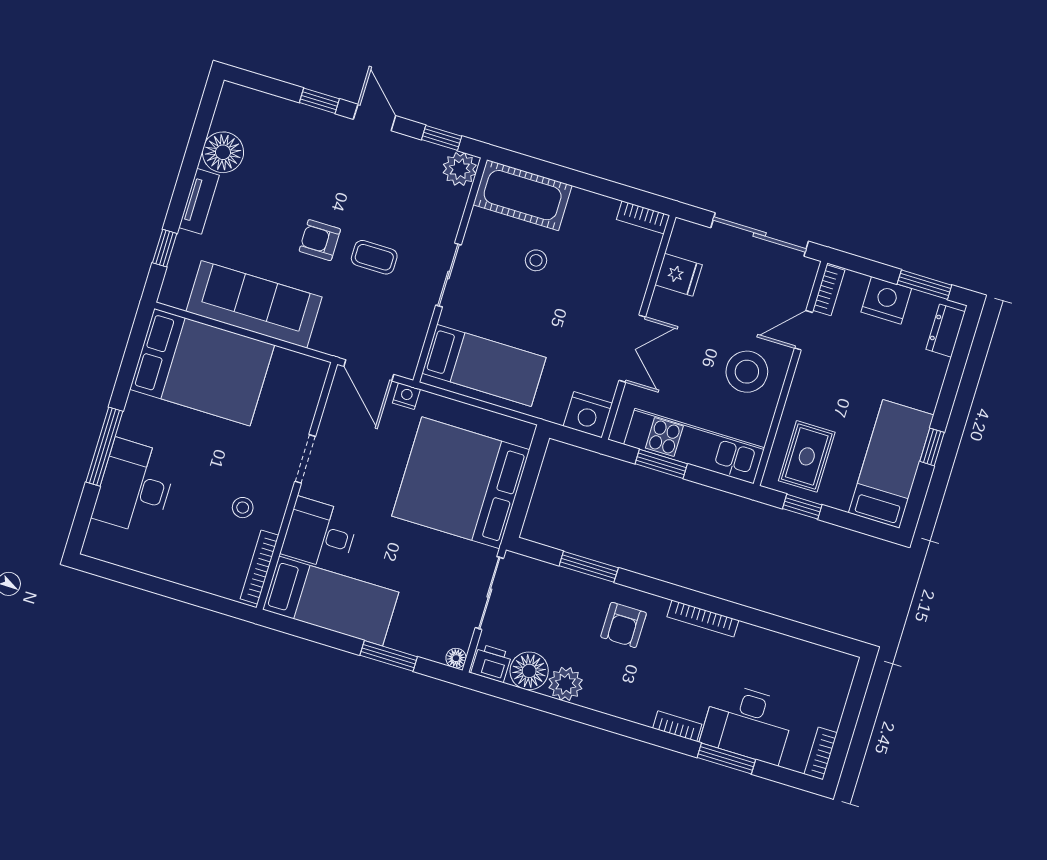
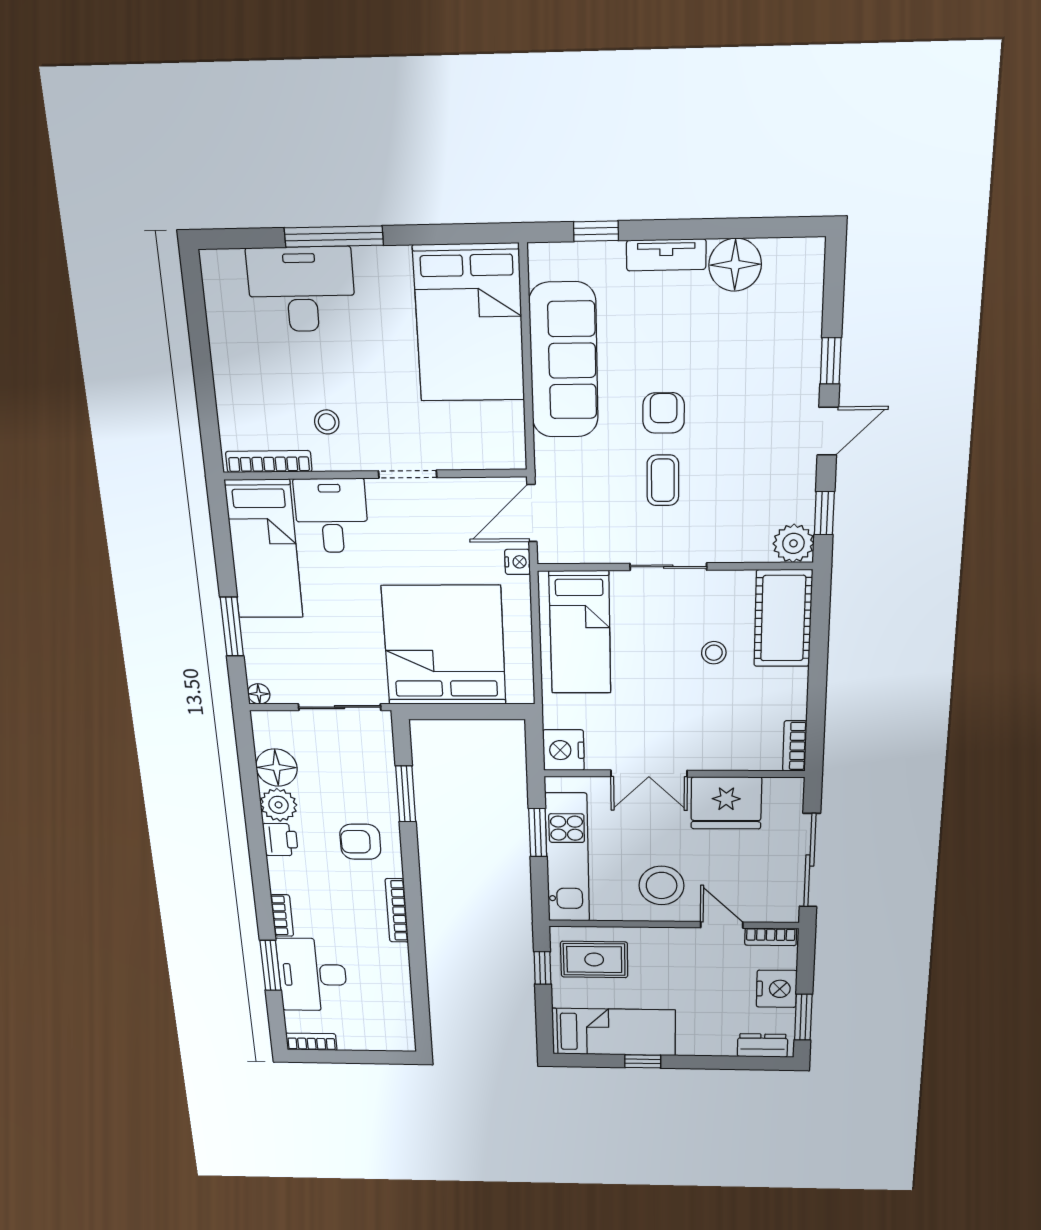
fridge: (679, 275) -> (726, 803), width x1.88, depth x1.34
printer: (491, 663) -> (280, 840), moved

